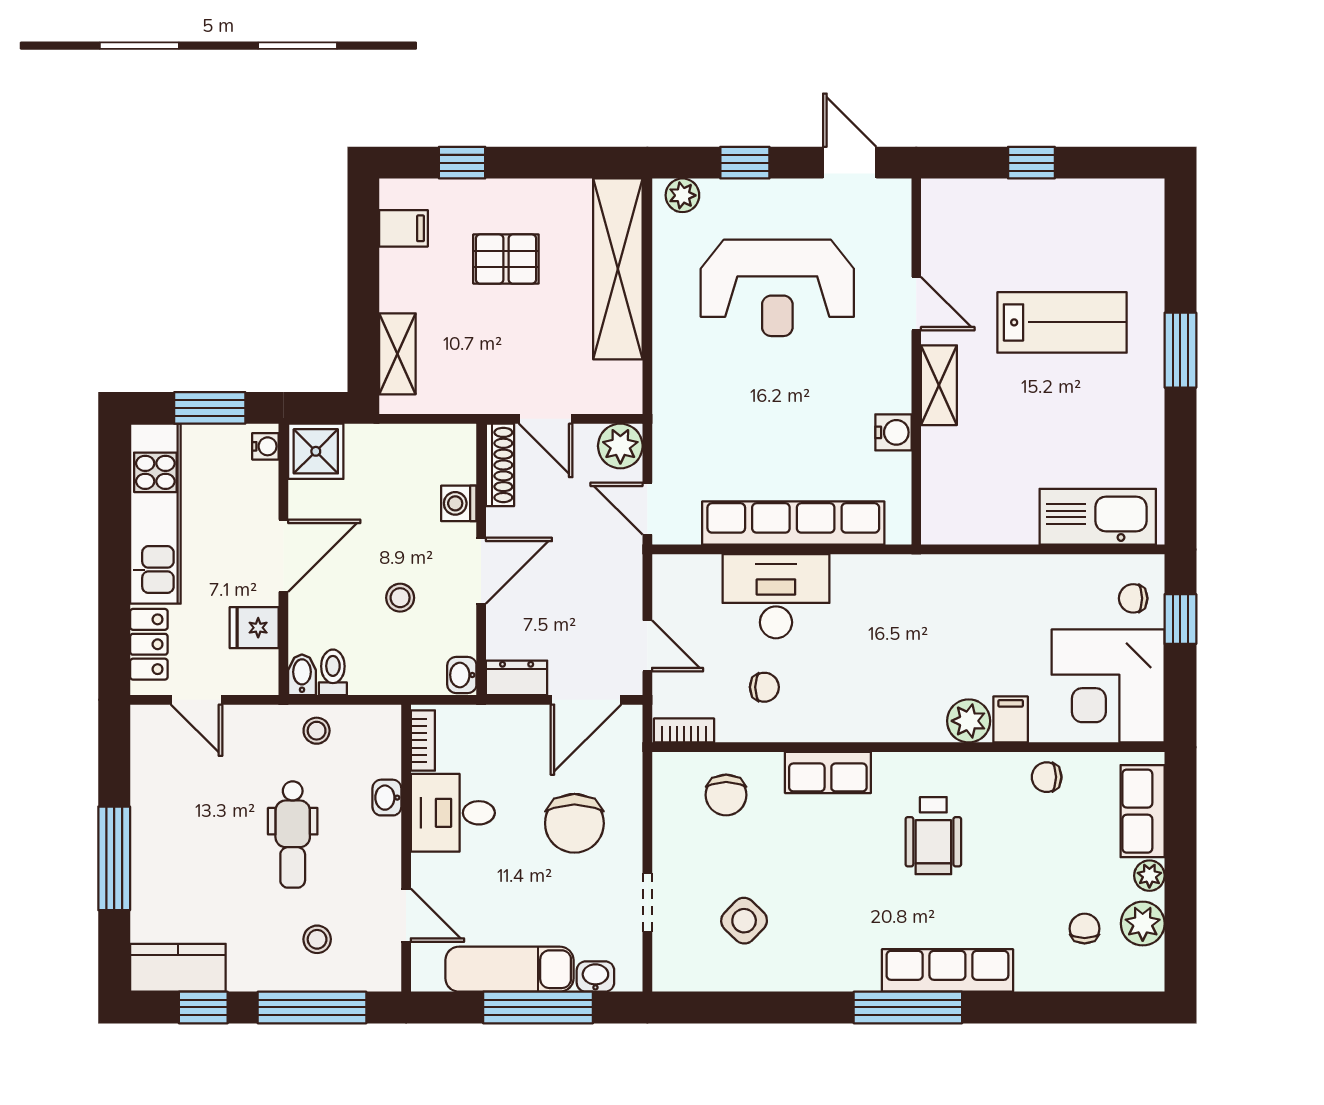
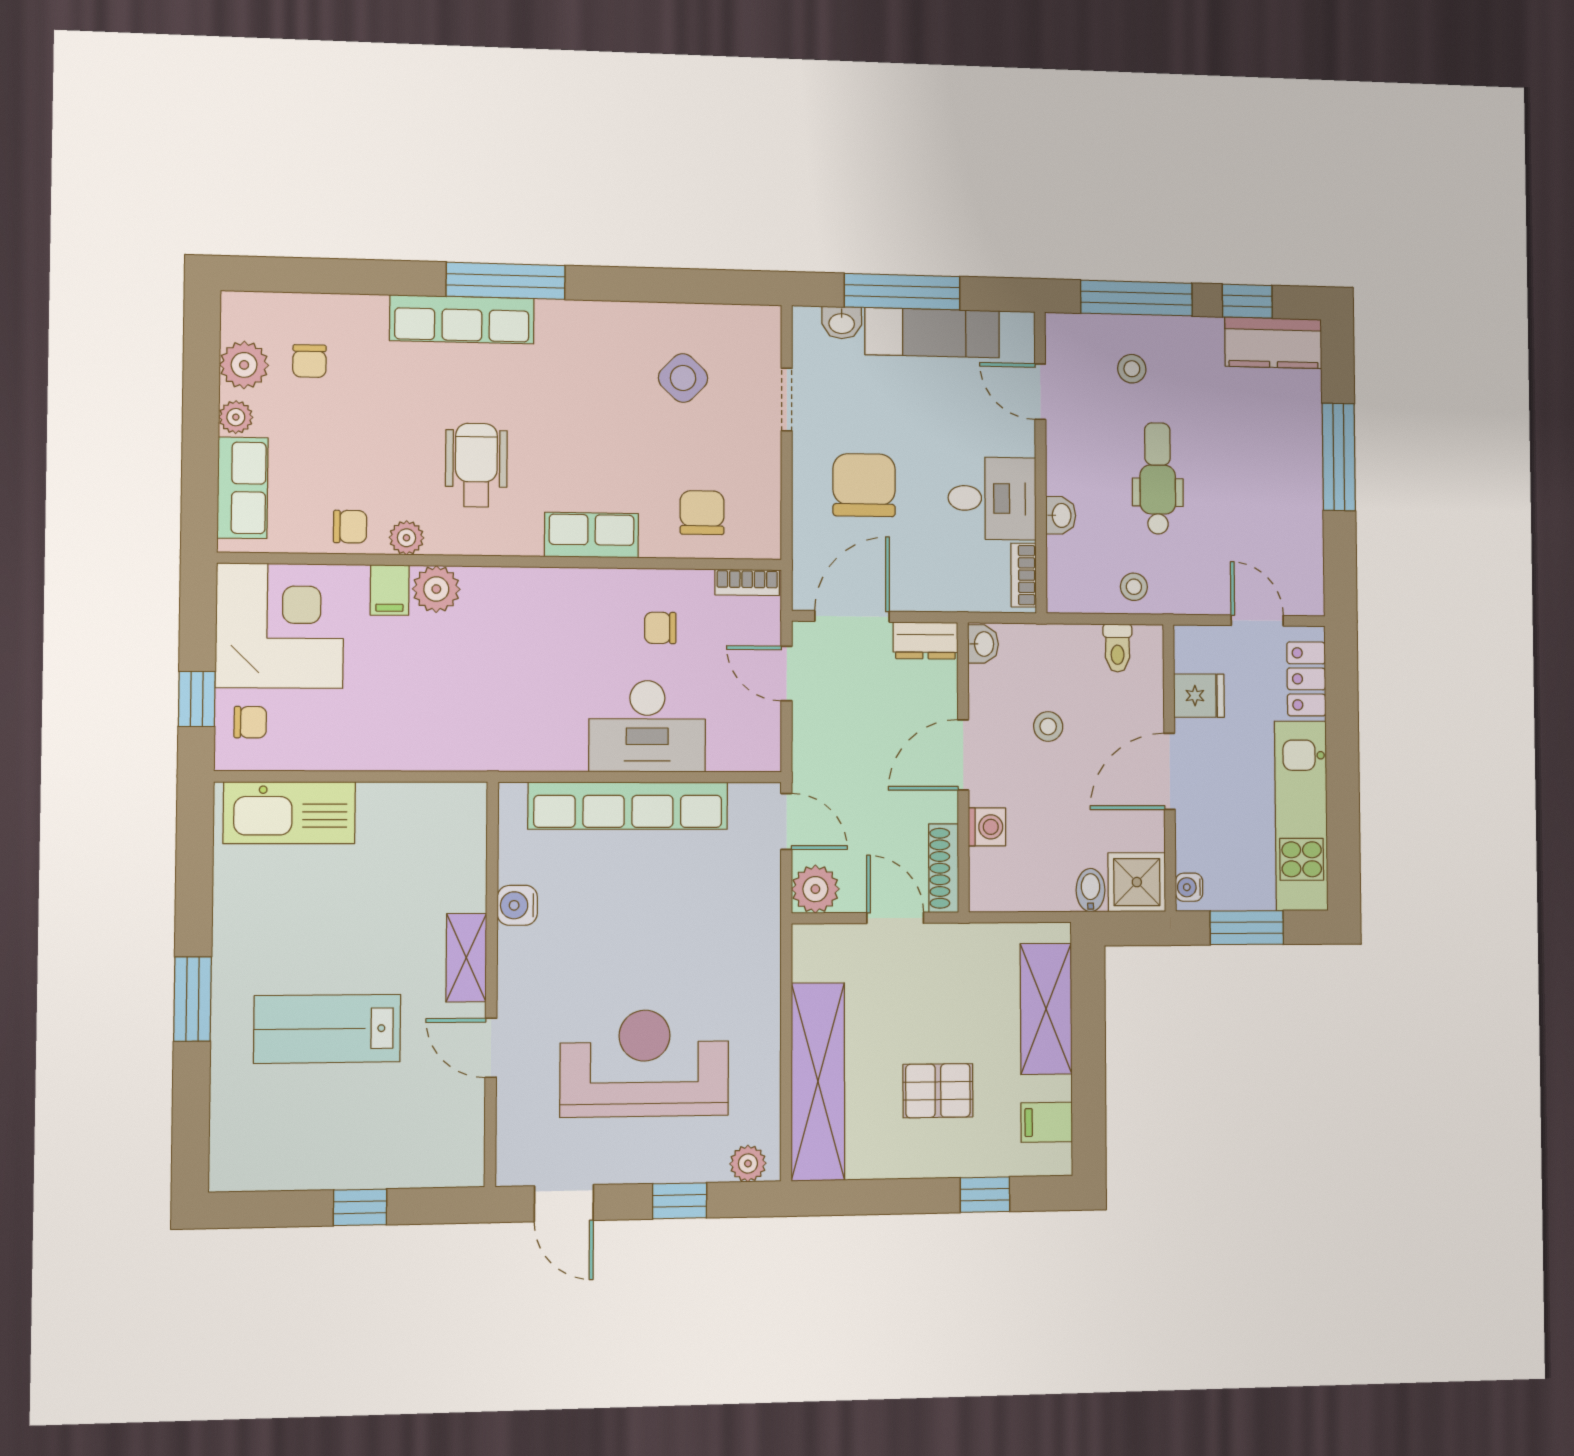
shelving: (397, 354) -> (1046, 1009), width x1.50, depth x1.33
bidet: (302, 675) -> (1091, 890), moved, turned 180
plant: (996, 768) -> (406, 538), added

